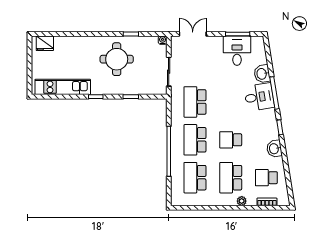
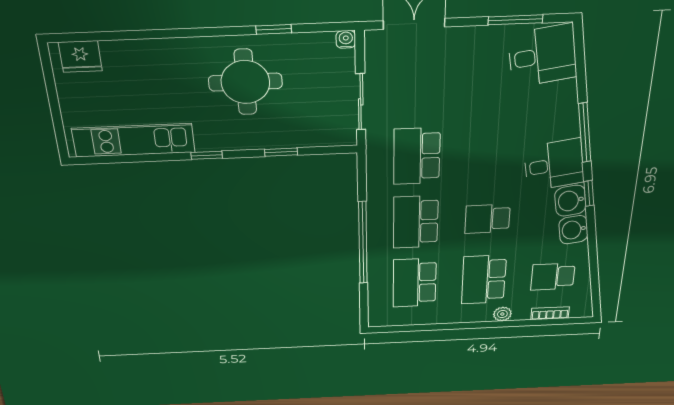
desk: (237, 51) -> (542, 56), moved, turned 81
washbasin: (262, 74) -> (570, 201), moved
desk: (259, 97) -> (554, 165), moved

